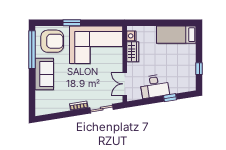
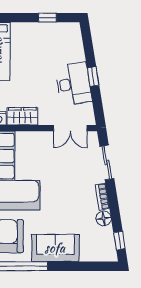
window: (170, 98) -> (93, 77), moved
floor lamp: (64, 106) -> (104, 218), added
window: (49, 117) -> (119, 241), added

